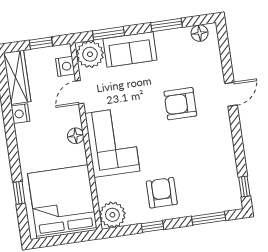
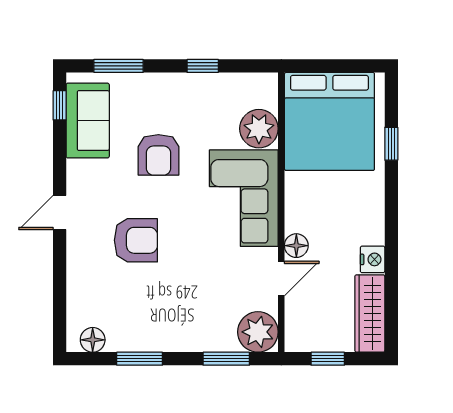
sofa: (130, 49) -> (88, 121), moved, turned 90
nightstand: (65, 66) -> (297, 319), removed
door: (231, 94) -> (60, 213), moved
floor lamp: (76, 136) -> (296, 246), moved
armchair: (162, 193) -> (158, 155), moved
plant: (112, 215) -> (259, 129), moved

